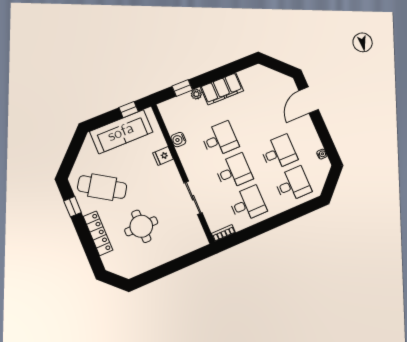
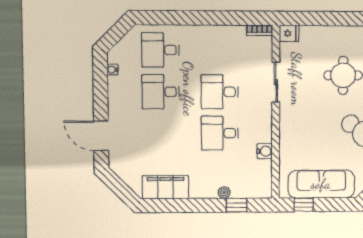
filing cabinet: (222, 89) -> (165, 187), moved
door: (309, 100) -> (101, 136), swing flipped
fridge: (163, 156) -> (289, 33), moved
desk: (248, 204) -> (220, 50), removed

